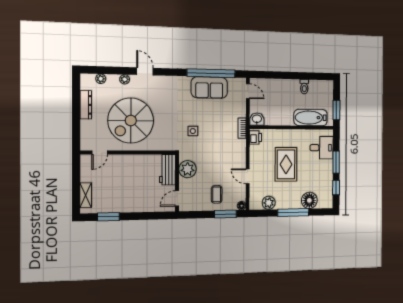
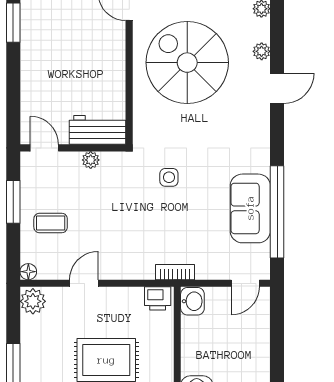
plant: (188, 169) -> (91, 160), width x0.53, depth x0.53
plant: (269, 203) -> (33, 301), moved
window: (225, 214) -> (13, 202), moved

